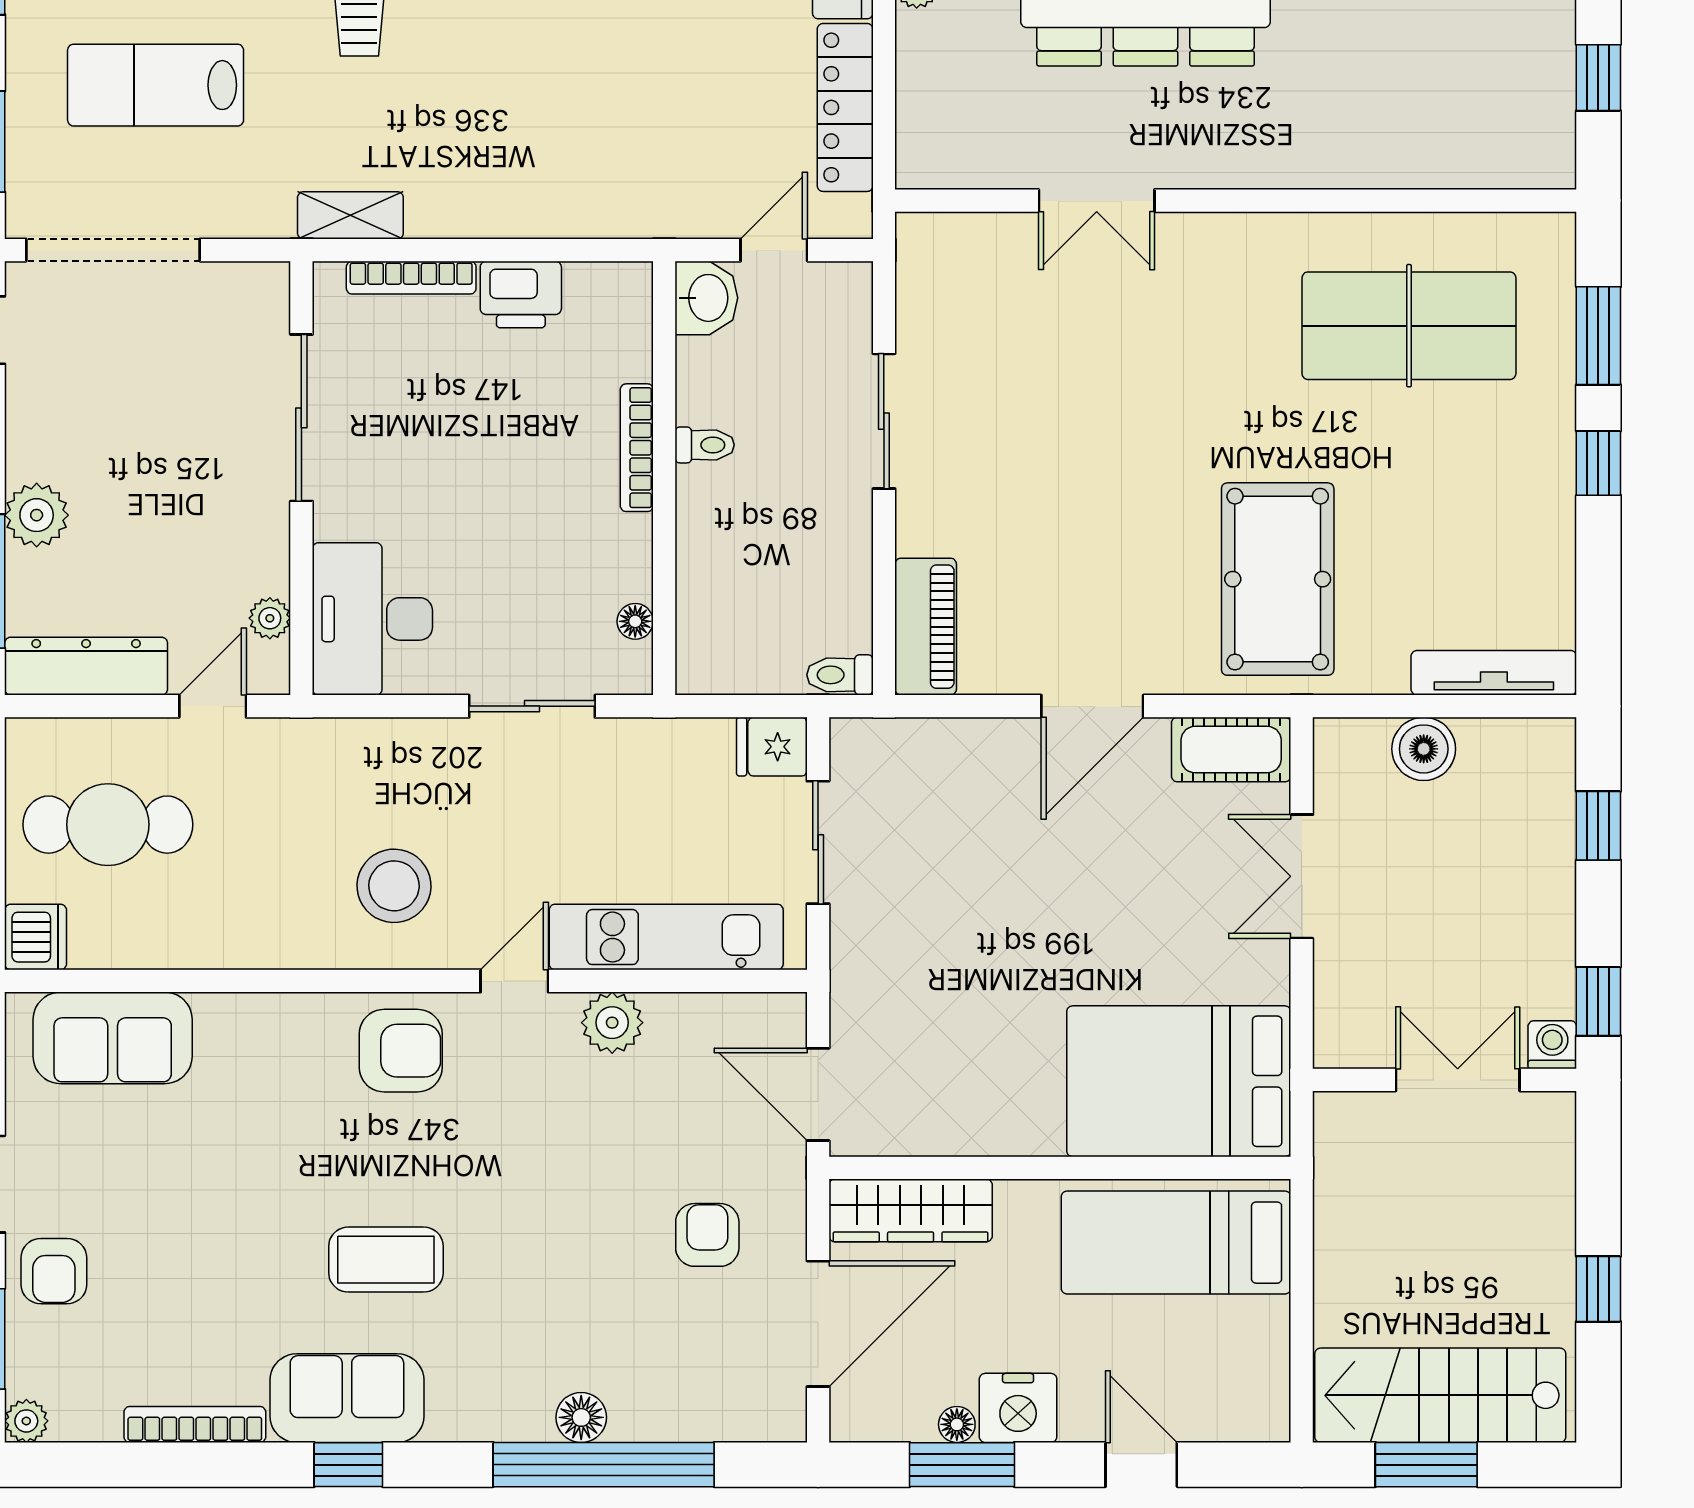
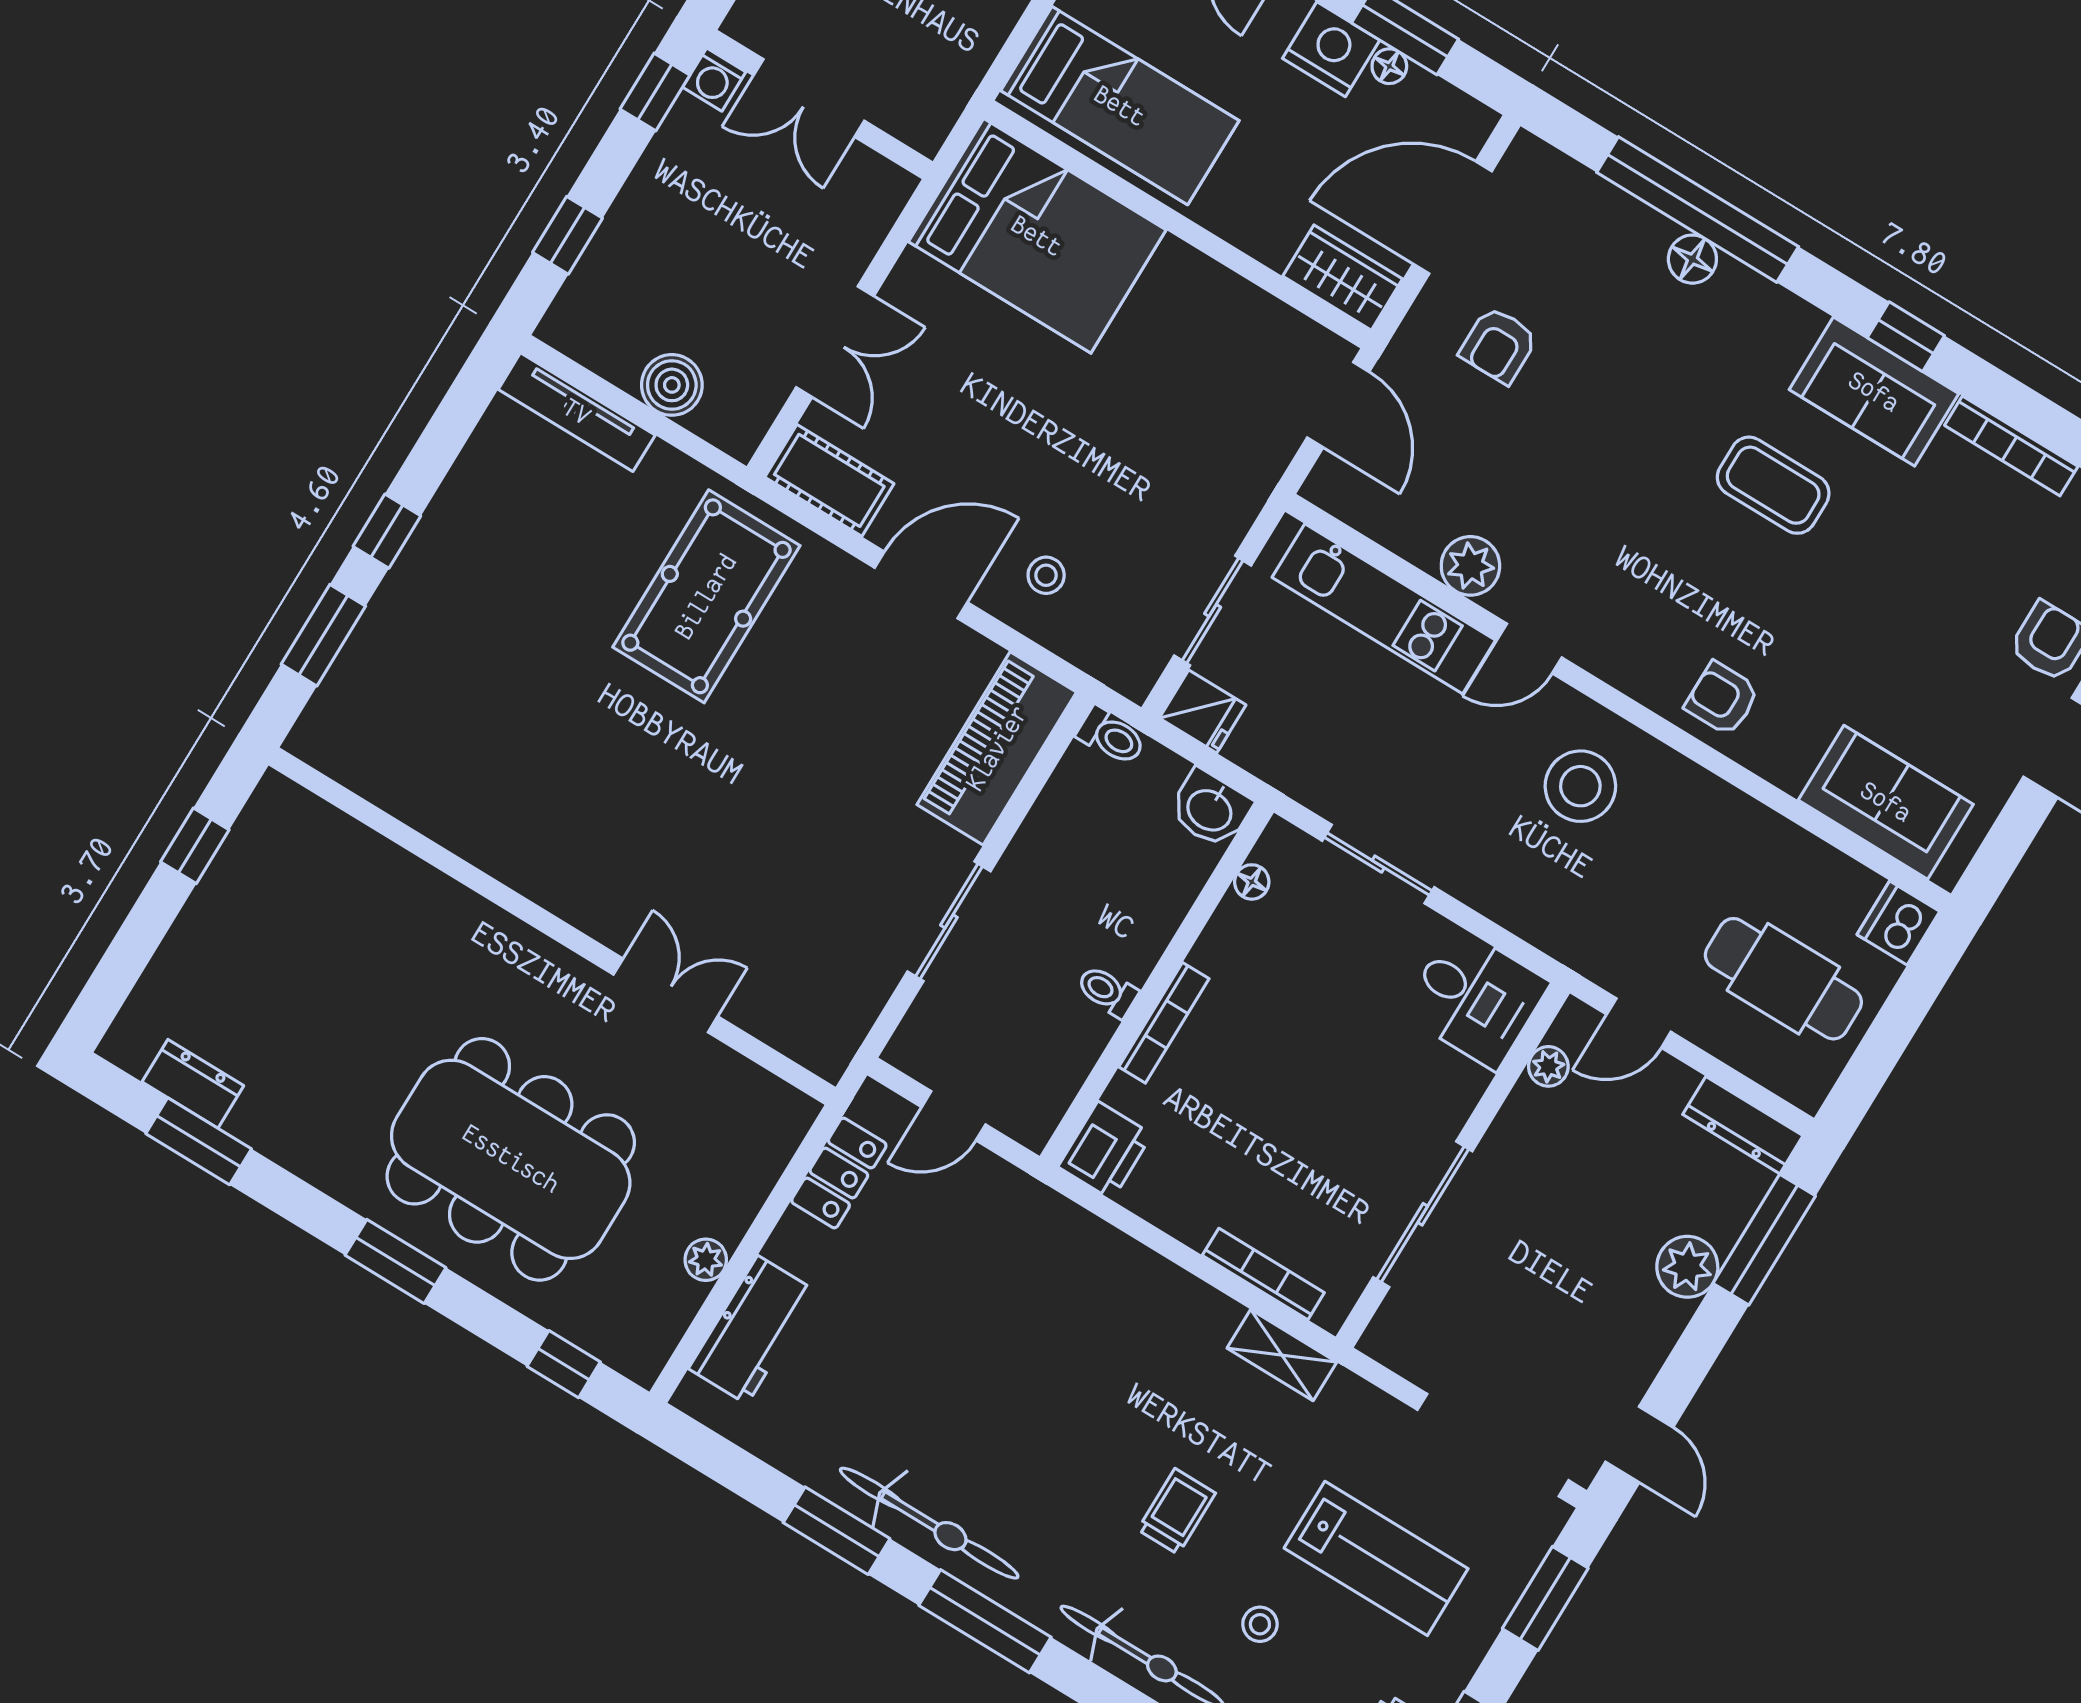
locker: (845, 107) -> (839, 1173), width x0.66
printer: (521, 295) -> (1105, 1151), moved, turned 90
washbasin: (706, 298) -> (1210, 809), moved, turned -90
table tennis table: (1409, 326) -> (473, 738), removed
desk: (372, 619) -> (1475, 998), width x0.73
piano: (926, 627) -> (997, 748), width x1.37, depth x1.33
dresser: (86, 666) -> (1743, 1125), width x0.73, depth x0.80
stool: (986, 783) -> (1046, 575), added
armchair: (401, 1051) -> (1722, 699), moved, width x0.72, depth x0.72
wardrobe: (911, 1210) -> (1343, 278), width x0.67

